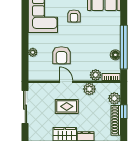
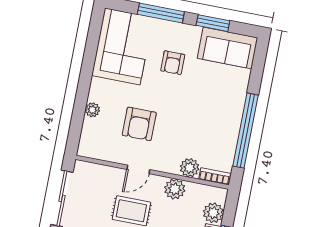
floor lamp: (115, 55) -> (229, 141), removed
door: (66, 82) -> (138, 169), swing flipped

